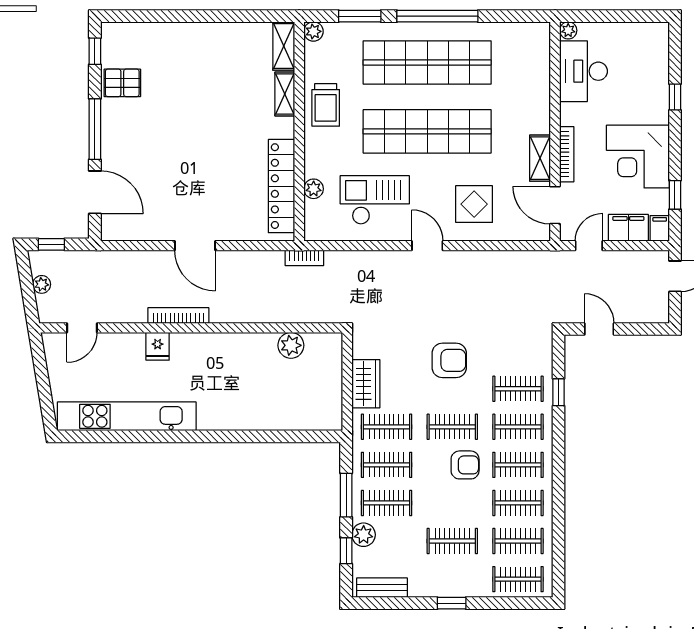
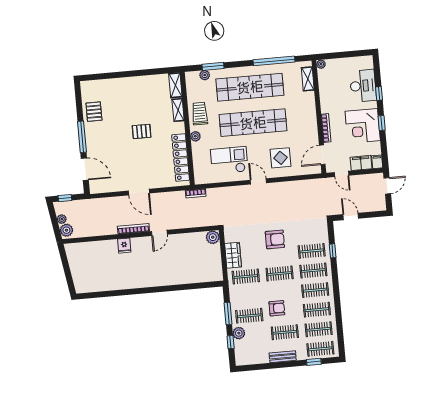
window: (437, 16) -> (274, 61), moved
plant: (313, 31) -> (205, 75), moved
window: (95, 51) -> (78, 97), removed
desk: (584, 71) -> (363, 86), moved, turned 180
pallet: (122, 83) -> (94, 112), turned 90
trolley: (326, 105) -> (200, 114), turned 180
pallet: (211, 129) -> (142, 131), added
shelving: (540, 158) -> (308, 79), moved
plant: (314, 189) -> (195, 136), moved
window: (675, 195) -> (382, 123), moved
door: (555, 205) -> (322, 155), hinge flipped
door: (589, 246) -> (342, 174), swing flipped
plant: (49, 307) -> (66, 230), added
door: (82, 328) -> (159, 233), moved
plant: (291, 345) -> (213, 237), moved
kitchen unit: (127, 416) -> (112, 283), removed
clothes rail: (387, 465) -> (247, 296), removed
armchair: (465, 465) -> (277, 308), moved
bench: (382, 588) -> (283, 357), moved
window: (452, 603) -> (314, 362), moved

